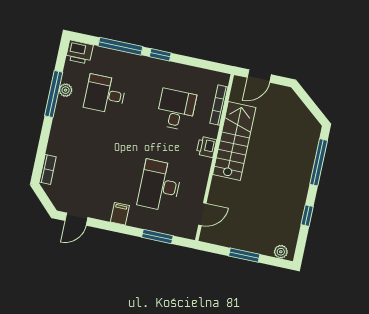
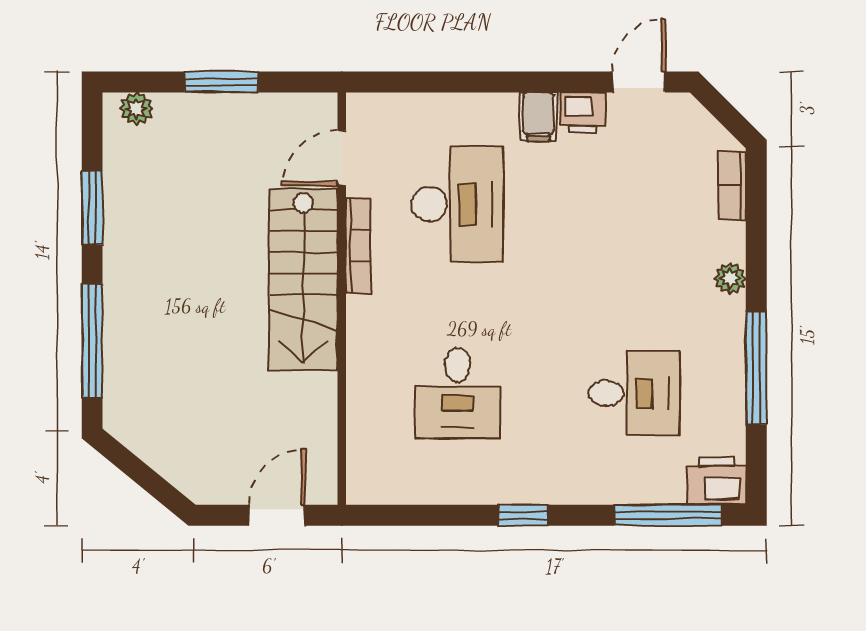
window: (120, 46) -> (668, 515), moved
plant: (66, 90) -> (730, 278), moved
bookcase: (219, 105) -> (358, 245), moved
stairs: (234, 141) -> (303, 279), moved
printer: (206, 147) -> (583, 113), moved, turned 90
window: (307, 216) -> (92, 208), width x1.50
window: (157, 236) -> (437, 82), removed

